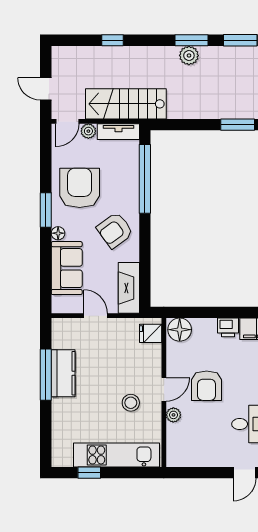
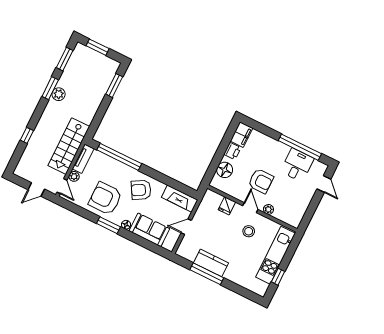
armchair: (115, 230) -> (141, 190), turned 96
floor lamp: (180, 330) -> (225, 170), moved
fridge: (151, 333) -> (227, 206), moved

